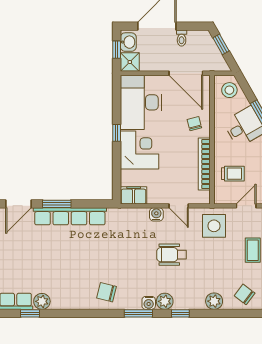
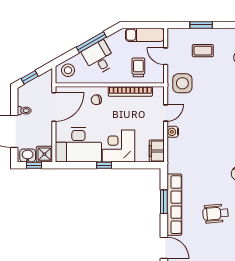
window: (57, 204) -> (164, 202), moved
wheelchair: (172, 255) -> (216, 214), moved, turned 85

